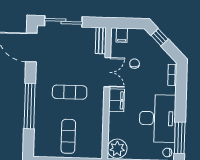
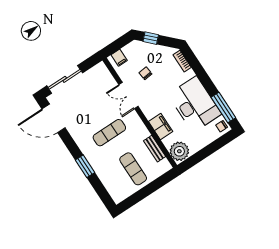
bench: (101, 41) -> (155, 149), moved
double door: (107, 72) -> (128, 95), swing flipped
filing cabinet: (117, 100) -> (161, 127), moved
window: (30, 106) -> (85, 166), width x0.47

